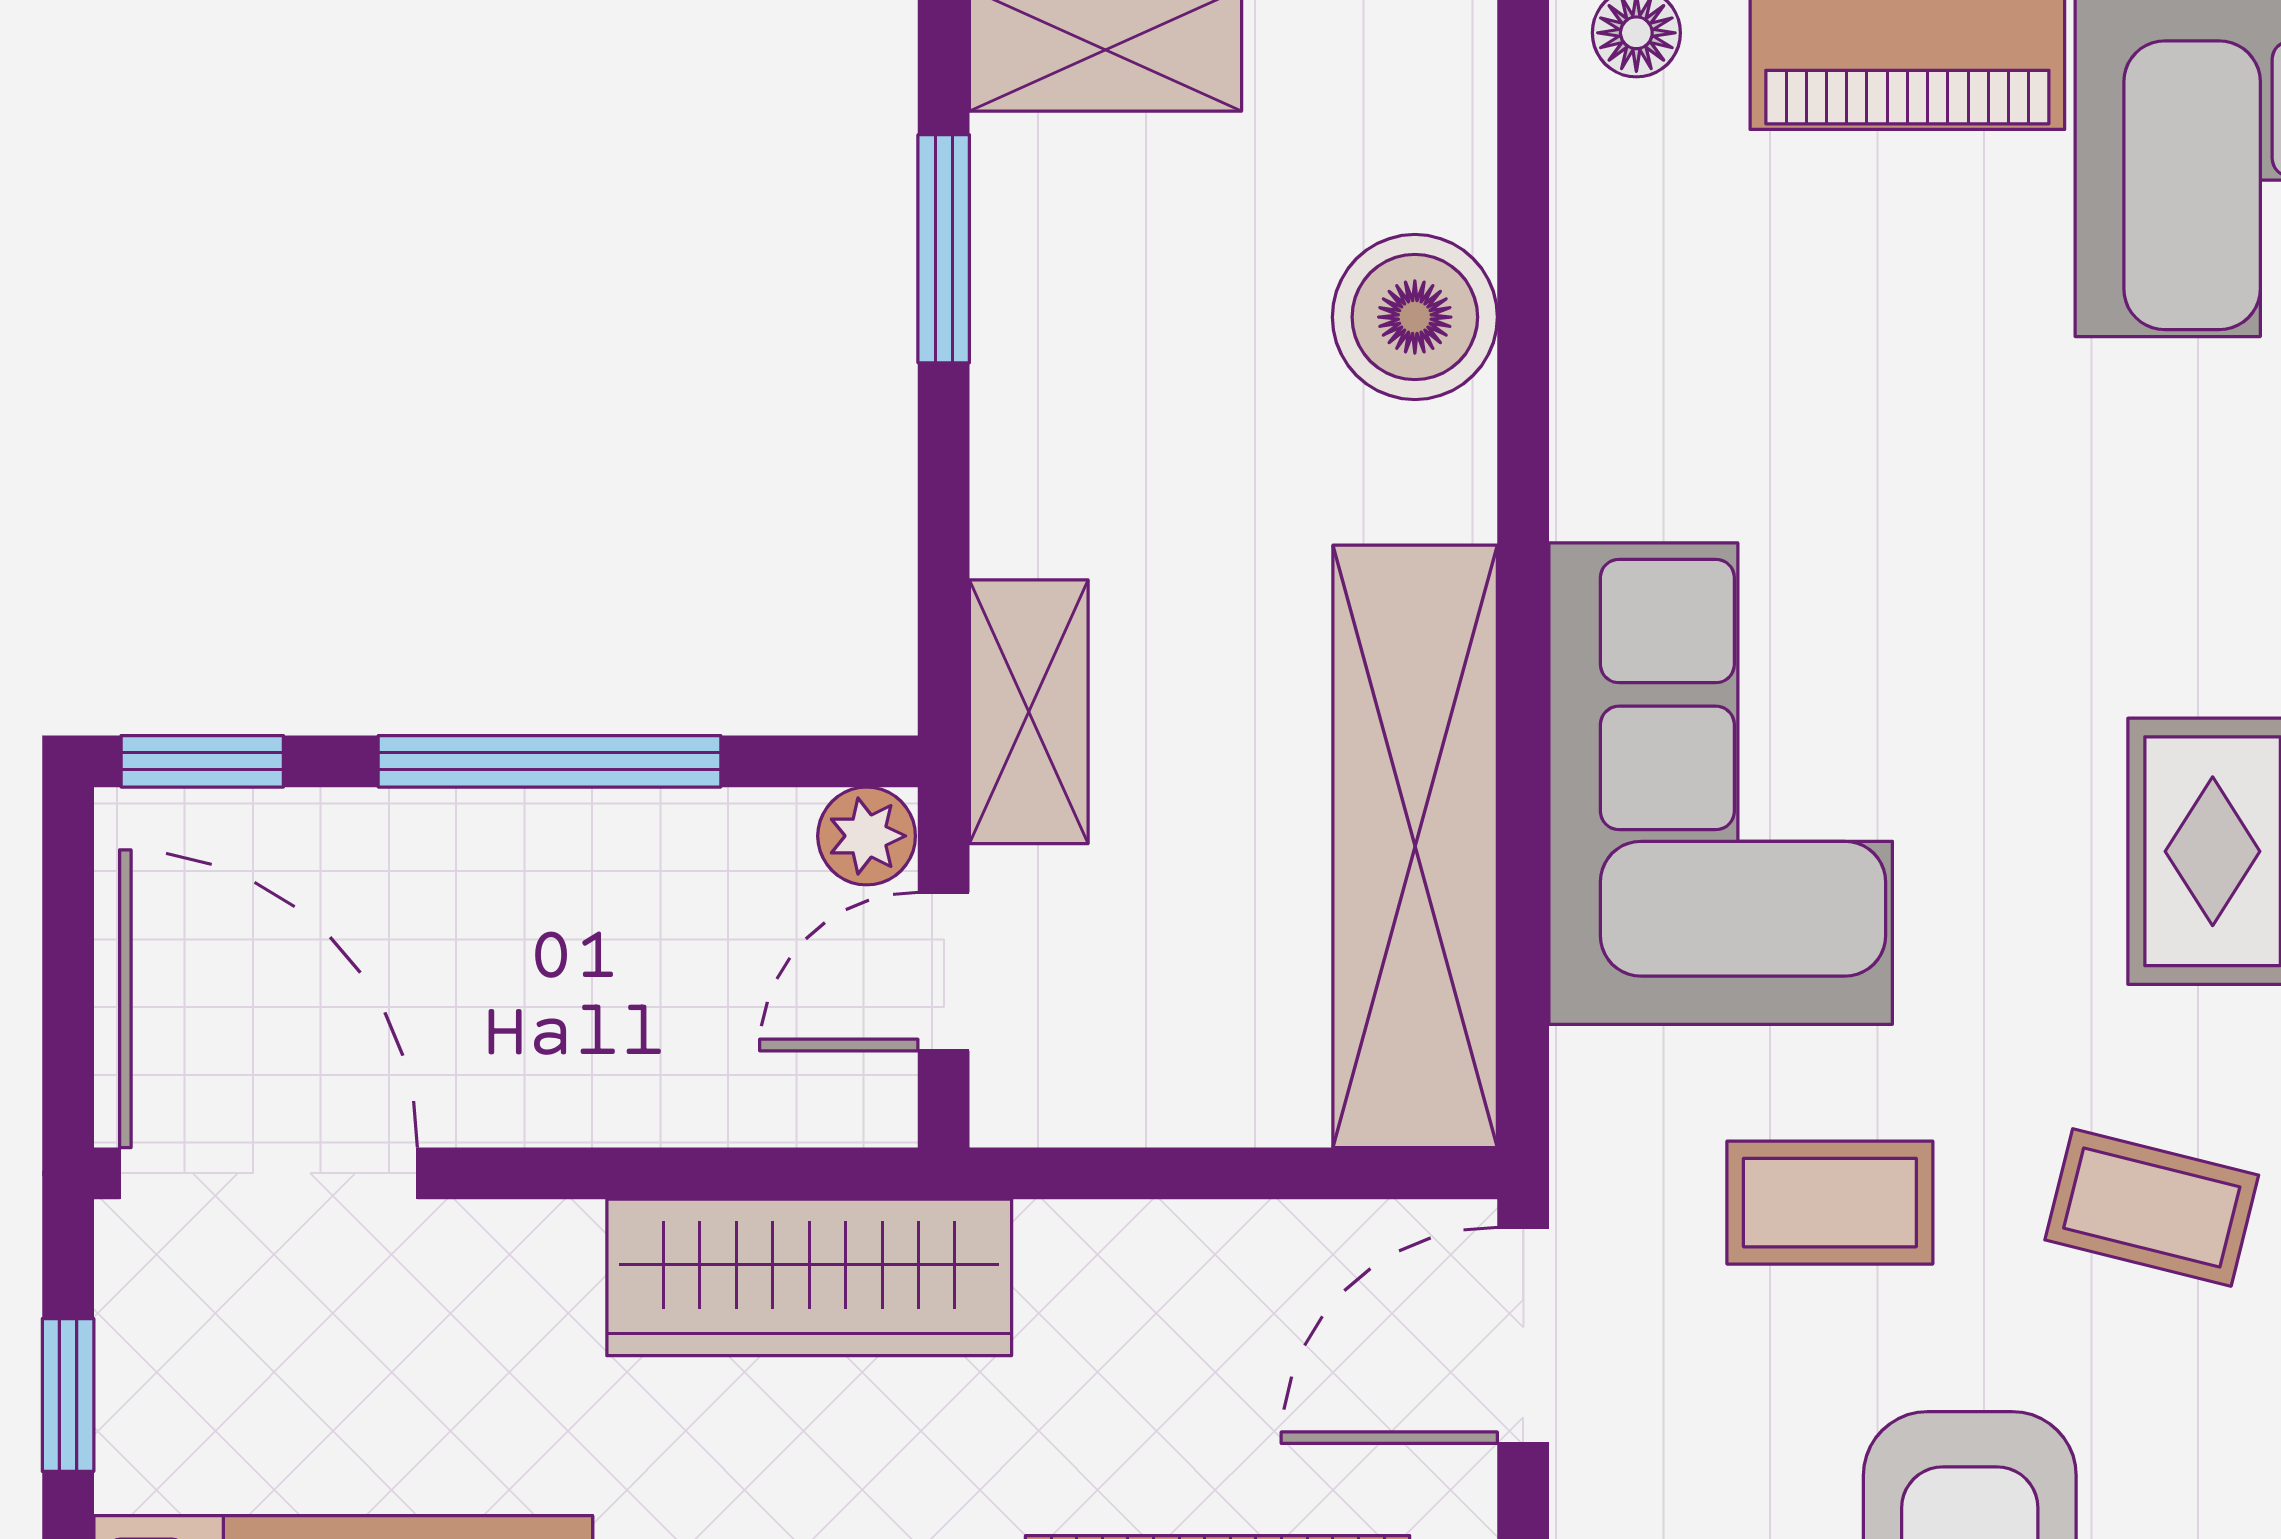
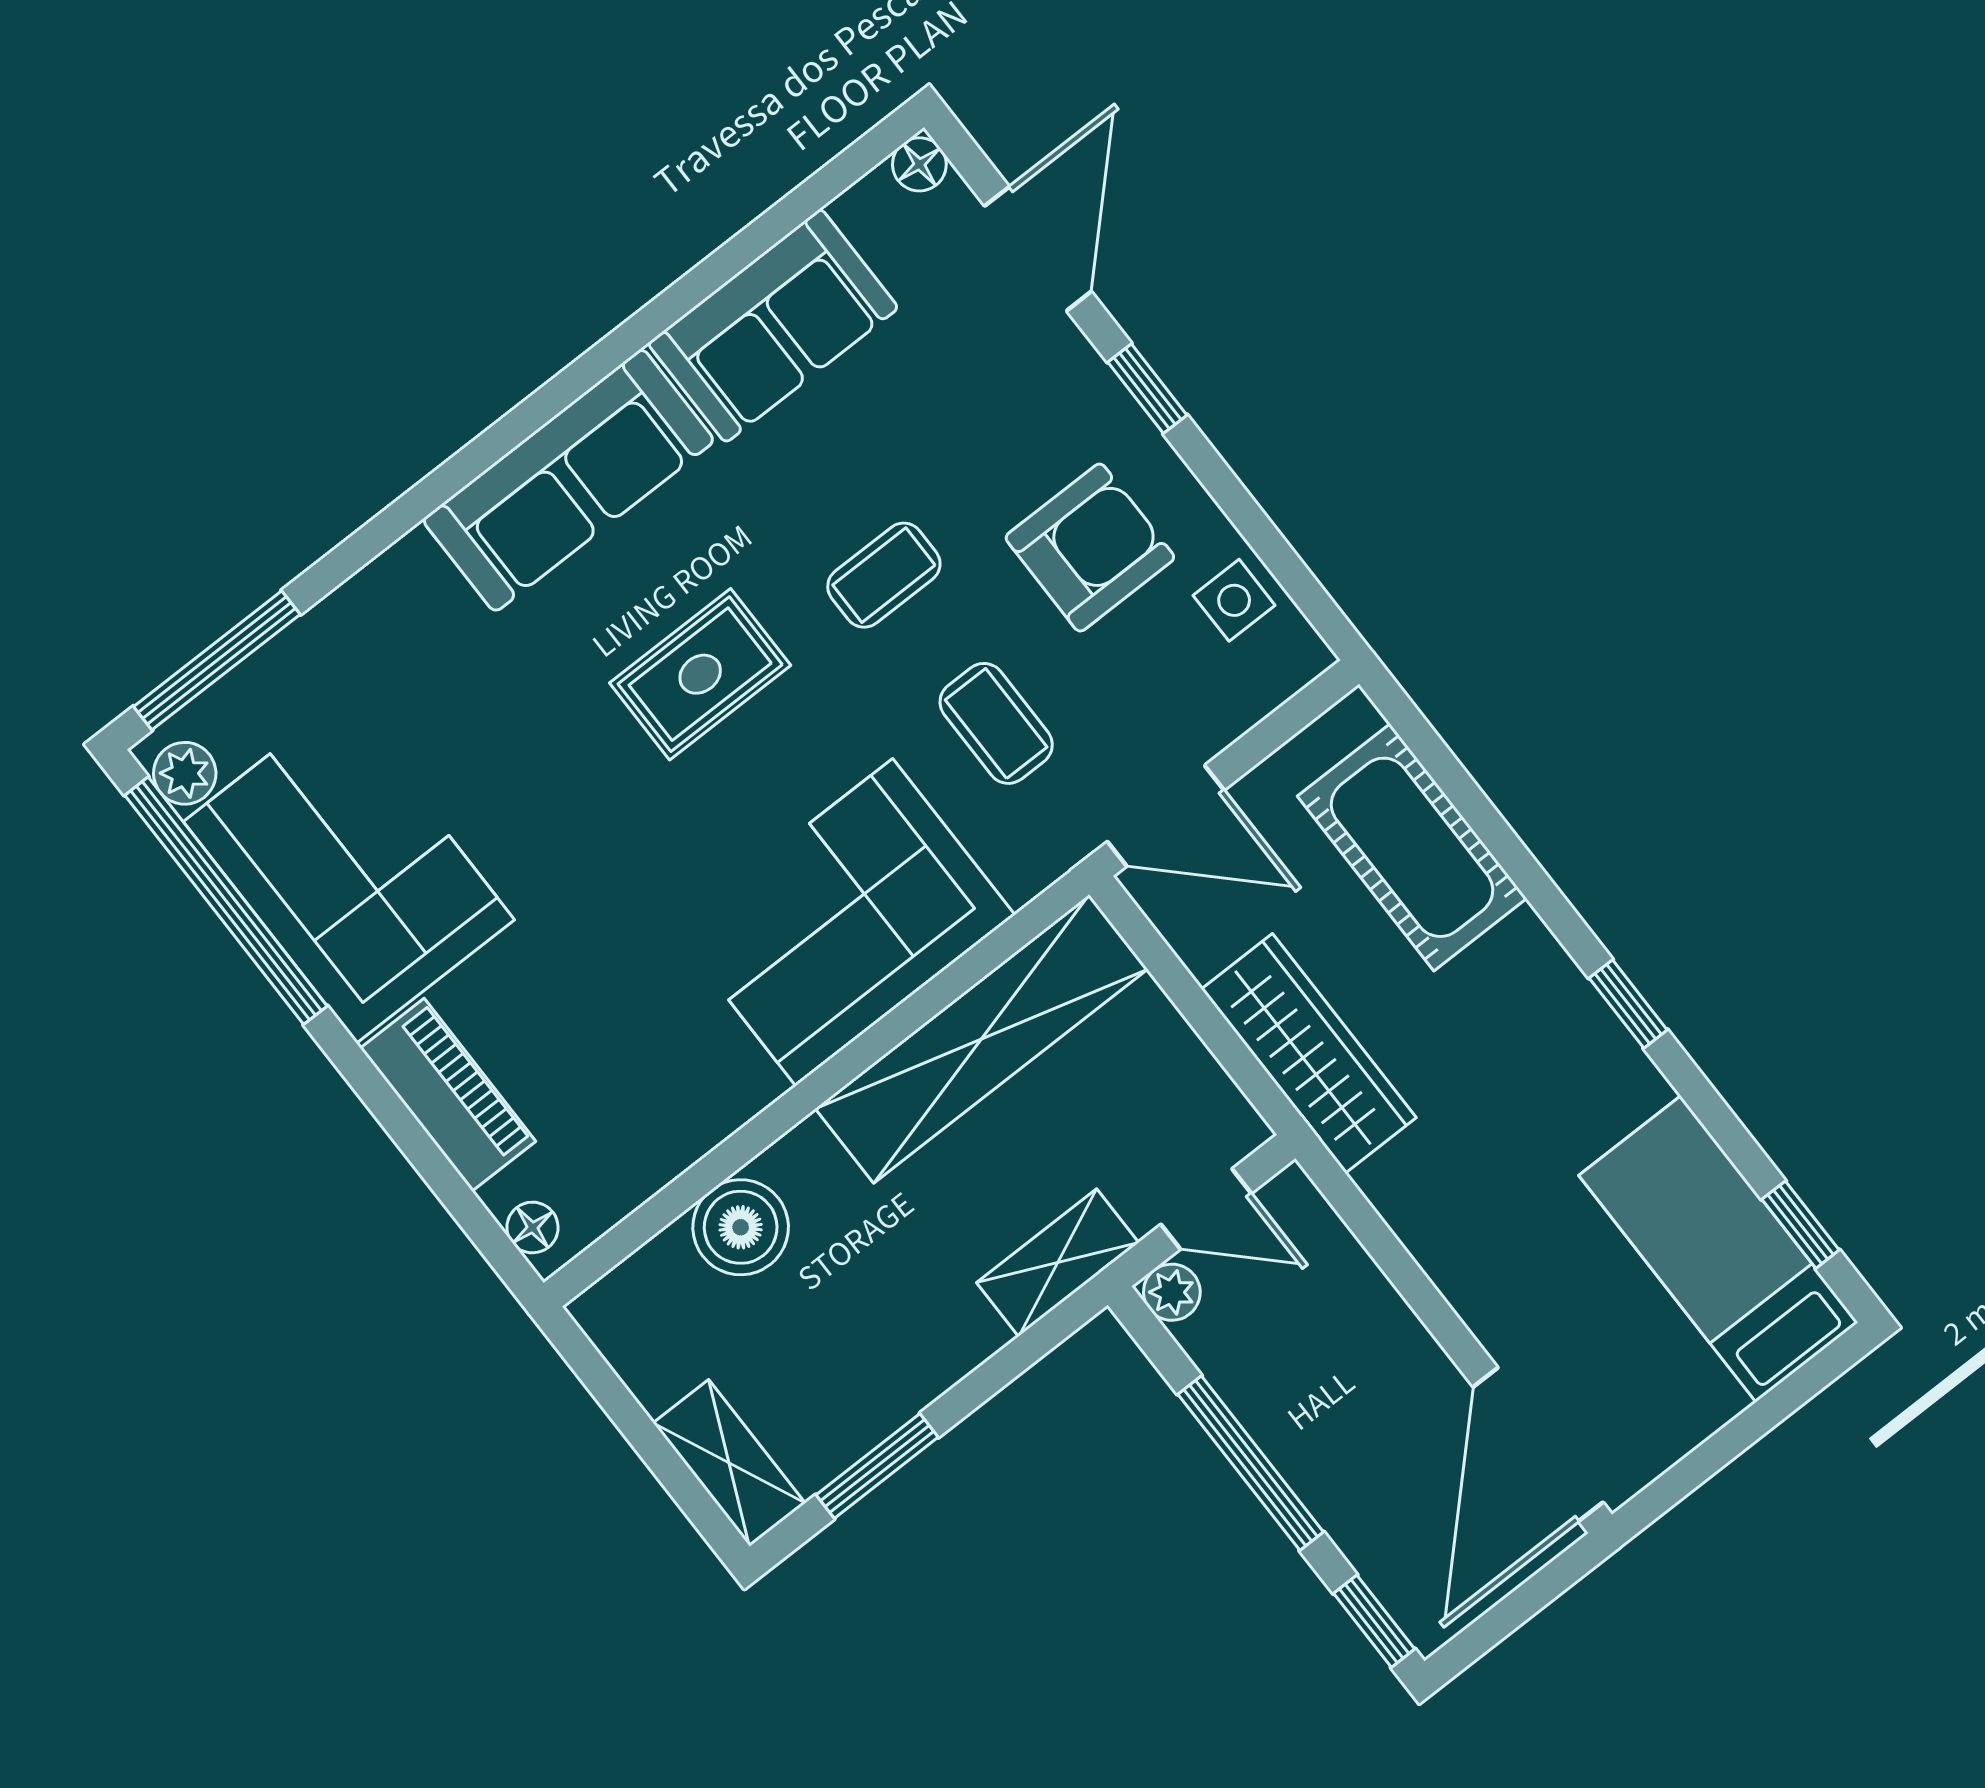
coffee table: (2152, 1208) -> (884, 575), turned 76
wardrobe: (809, 1277) -> (1309, 1053), moved
window: (68, 1395) -> (1710, 1457), removed

